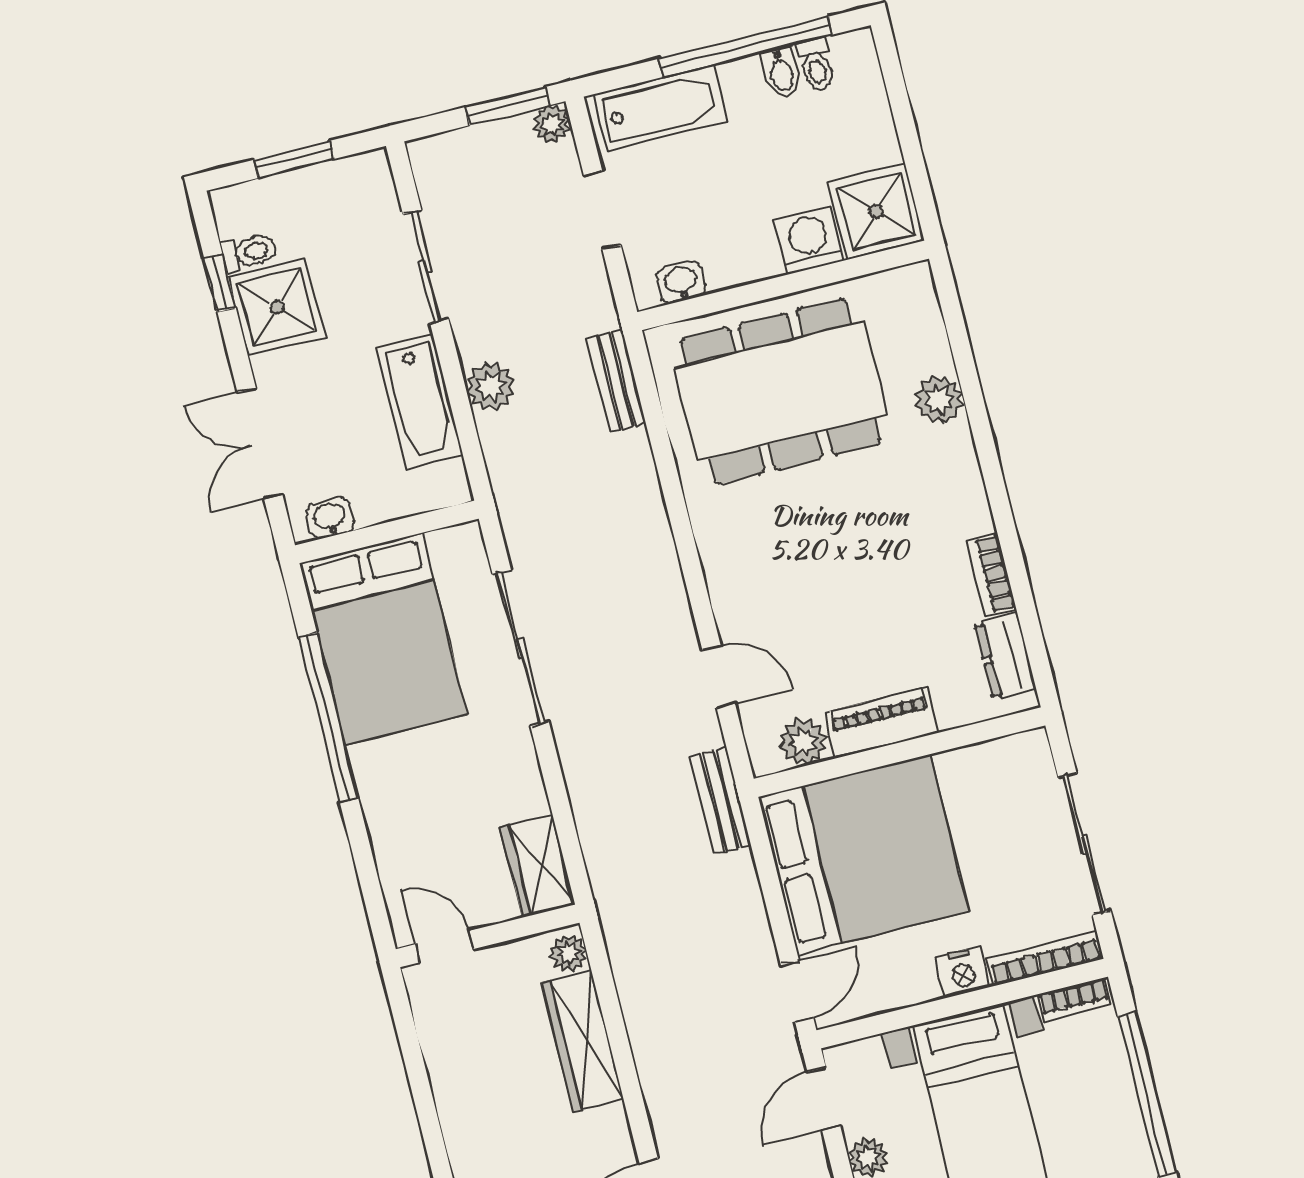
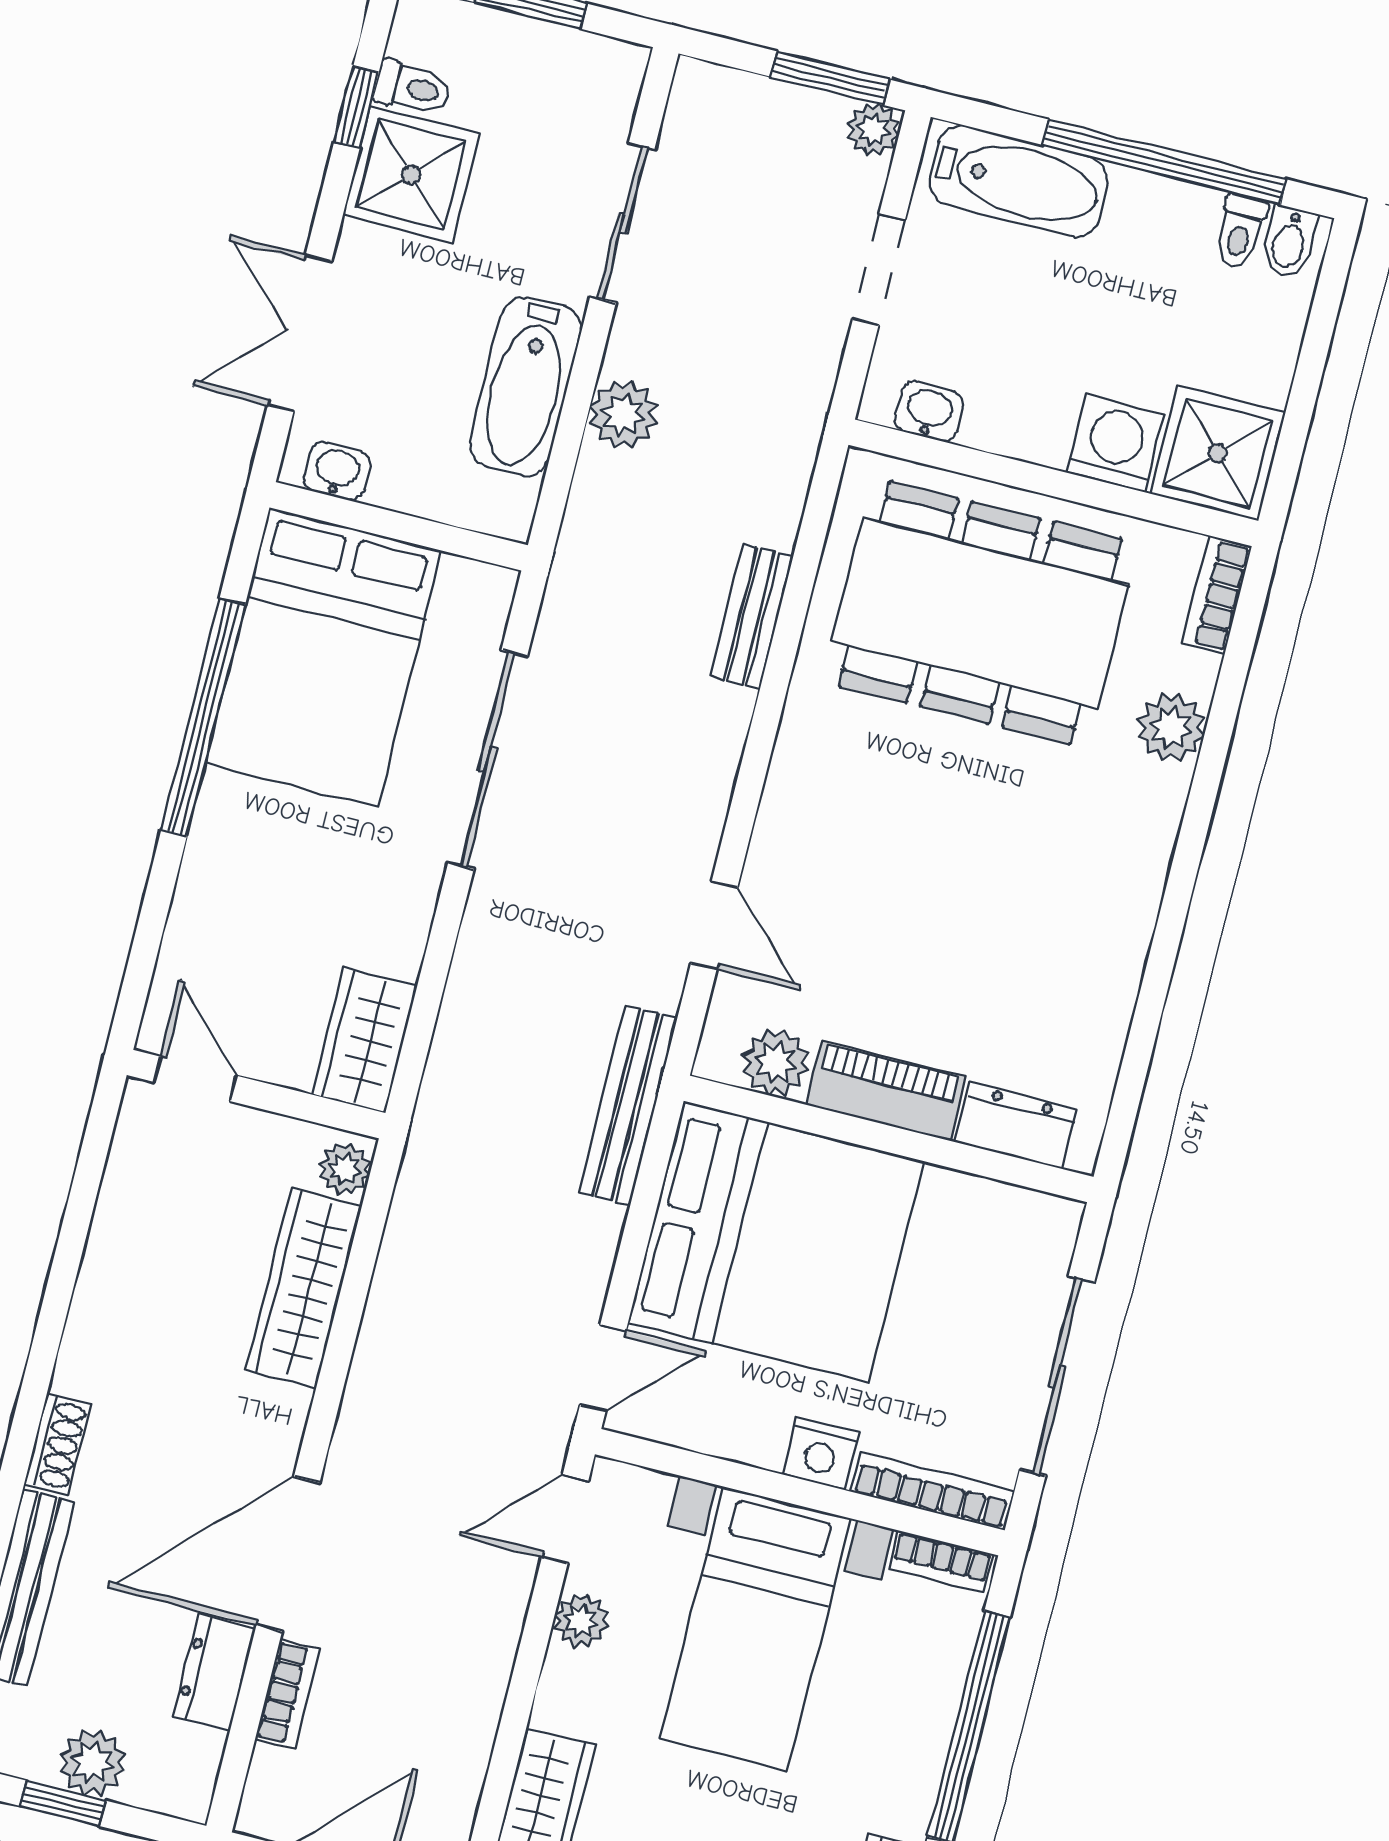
bidet: (781, 72) -> (1289, 242), moved
bench: (616, 381) -> (752, 616), moved
bookcase: (992, 575) -> (1217, 595), moved
dresser: (1005, 656) -> (1016, 1126), moved, turned 90
bench: (720, 801) -> (628, 1105), width x1.36

